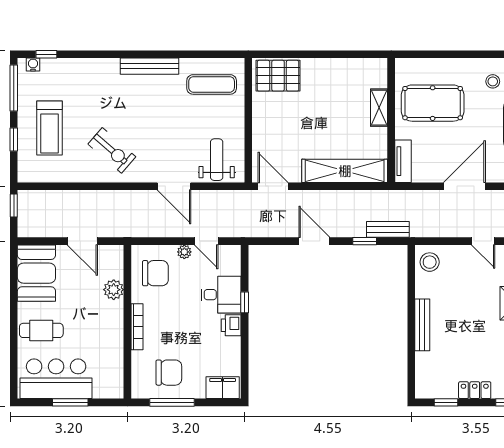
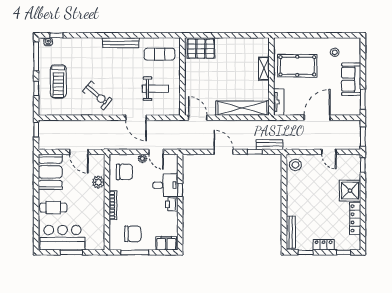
weight bench: (217, 160) -> (155, 89), moved, turned 90
bench: (422, 325) -> (291, 232), moved

